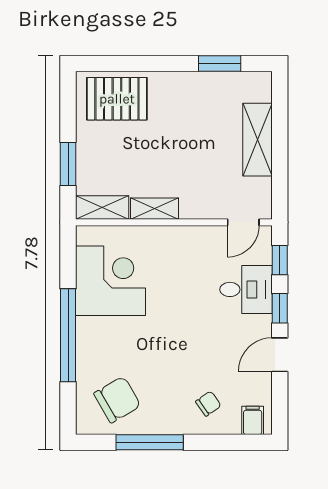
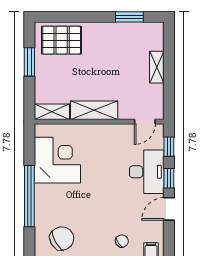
shelving: (258, 140) -> (157, 67), width x0.67, depth x0.75
window: (68, 164) -> (29, 62), moved
shelving: (154, 209) -> (94, 110), width x1.50, depth x1.33
desk: (246, 289) -> (147, 172), width x1.37

